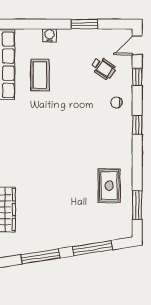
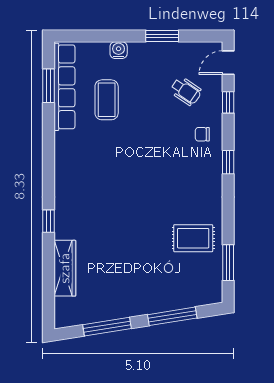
rug: (109, 186) -> (193, 238), turned 90

